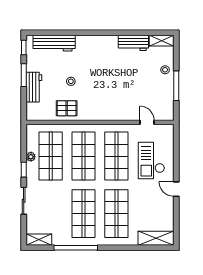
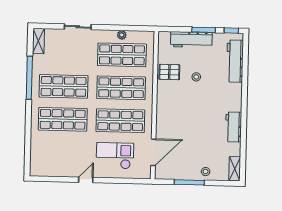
workbench: (133, 43) -> (233, 127), moved
workbench: (34, 87) -> (191, 40), width x1.38
pallet: (67, 108) -> (169, 72), turned 90
door: (147, 122) -> (153, 152), width x1.87
window: (24, 170) -> (109, 28), removed
shelving: (156, 238) -> (37, 158), removed

